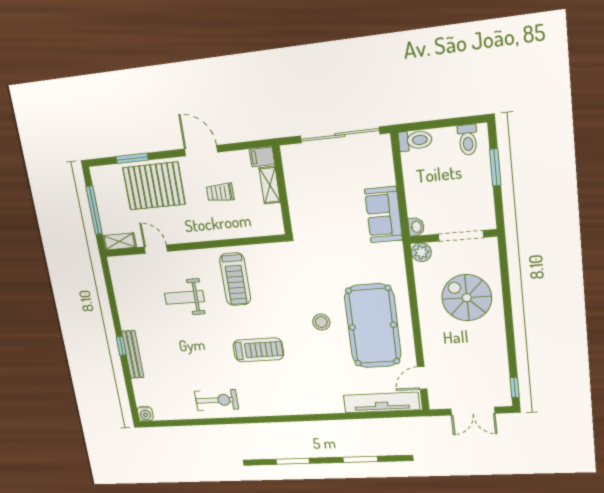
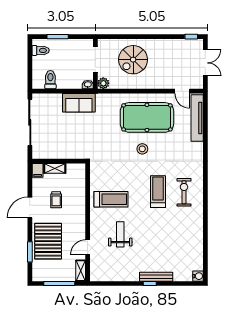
toilet: (415, 140) -> (50, 80), moved
weight bench: (184, 297) -> (120, 234), turned 180
exercise bike: (217, 400) -> (184, 192), moved

